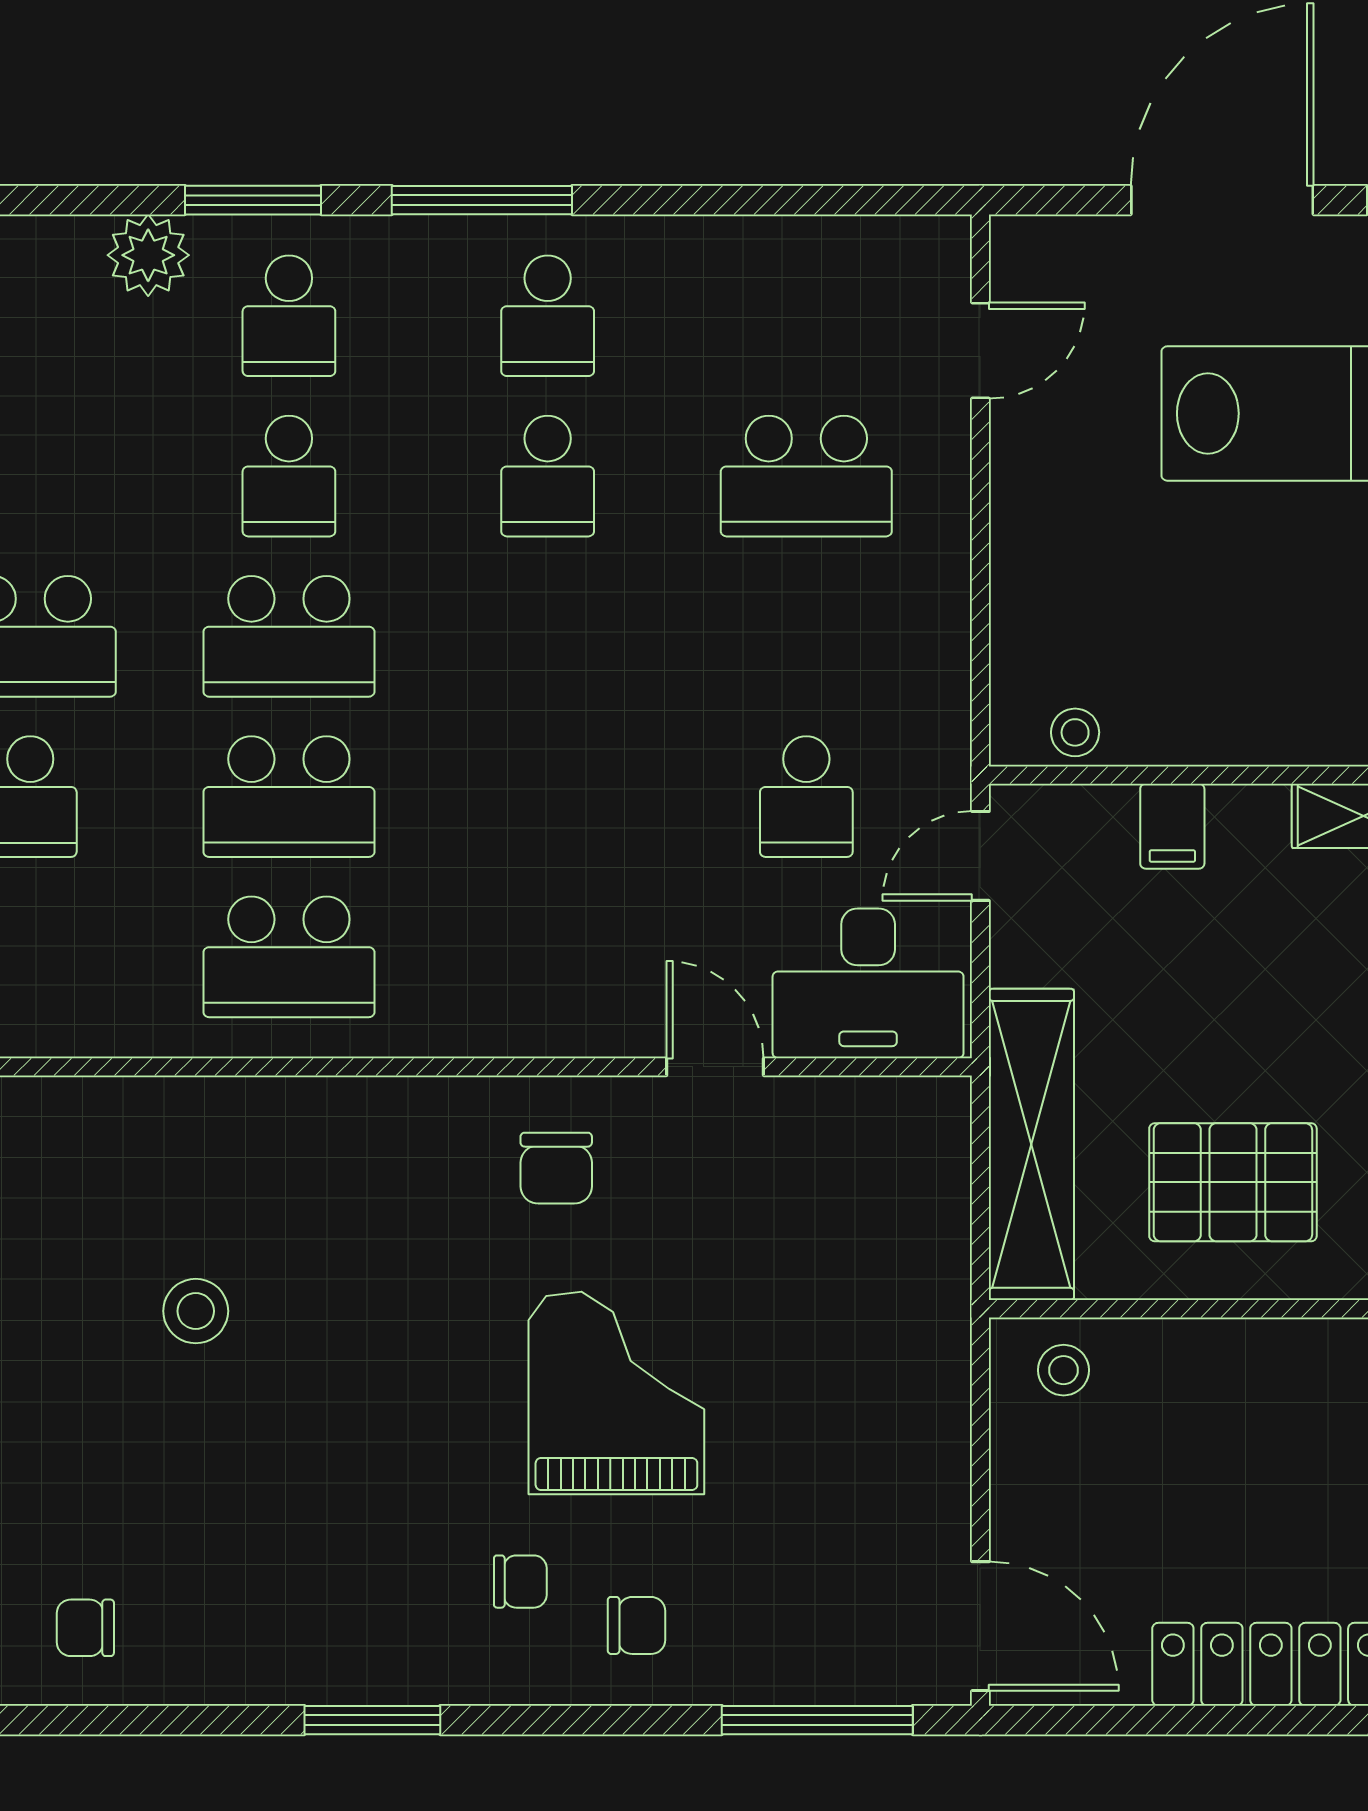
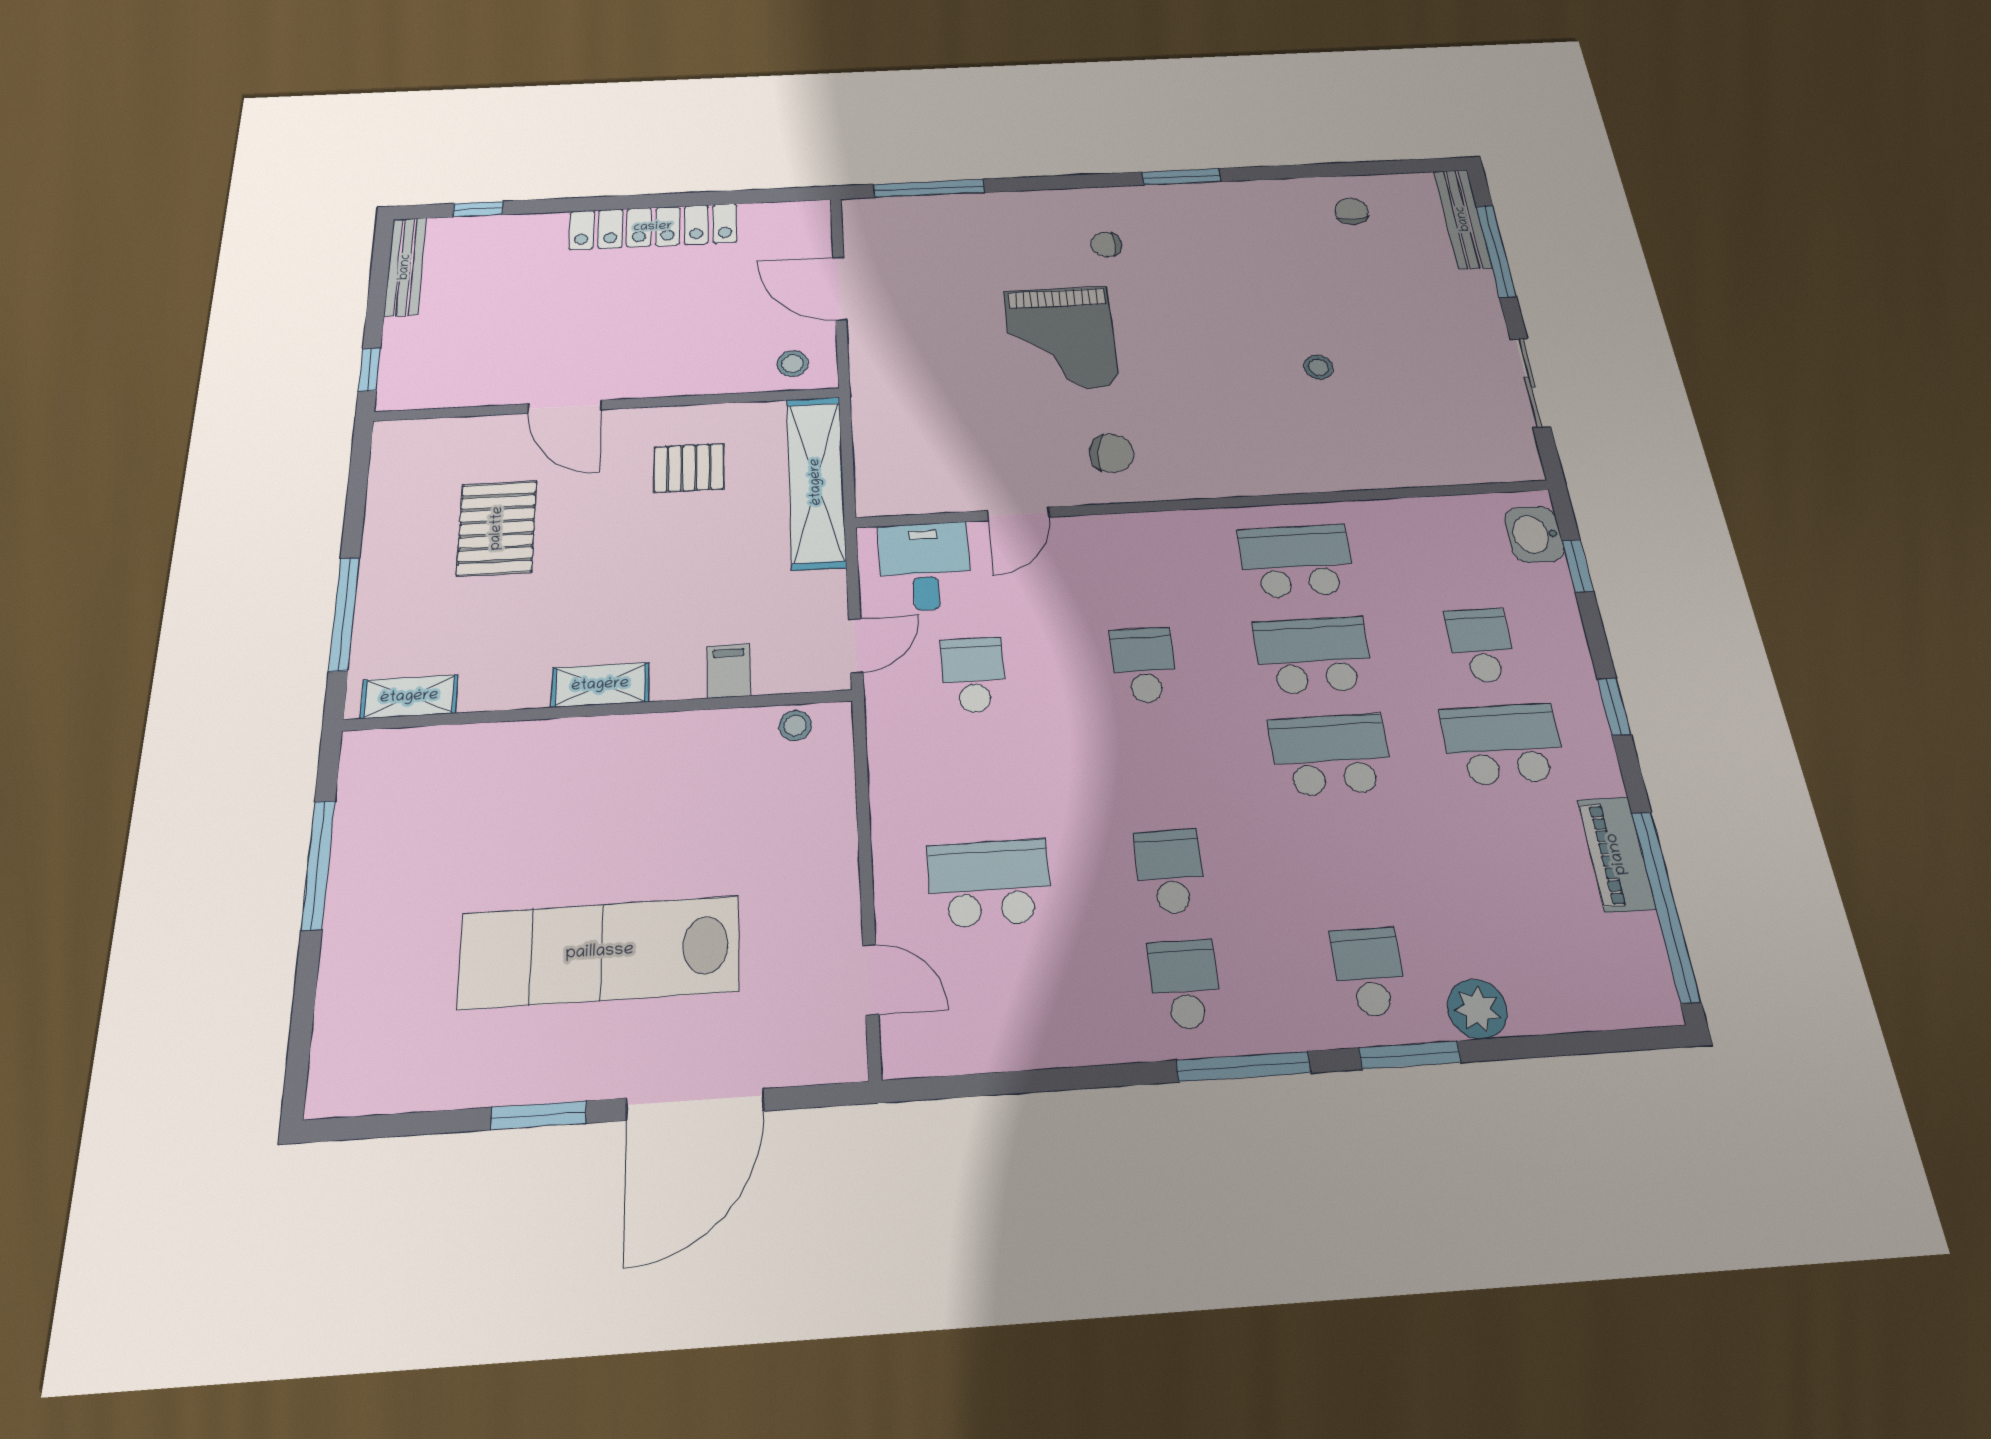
door: (980, 351) -> (871, 980), swing flipped
school desk: (289, 476) -> (1144, 665), moved
desk: (868, 983) -> (925, 566), width x0.73
door: (715, 1067) -> (1018, 514), hinge flipped
chair: (556, 1168) -> (1112, 453), turned 97
pallet: (1233, 1182) -> (689, 468), width x0.67, depth x0.71
stool: (196, 1311) -> (1319, 367), width x0.73, depth x0.73
chair: (636, 1625) -> (1037, 227), removed
door: (980, 1626) -> (840, 289), moved
chair: (85, 1628) -> (1352, 211), turned -90

